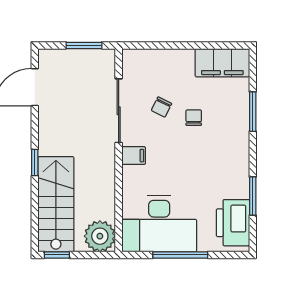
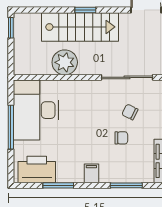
filing cabinet: (134, 156) -> (91, 173), moved, turned 180
stairs: (56, 204) -> (80, 27), moved
plant: (100, 236) -> (65, 62), moved

